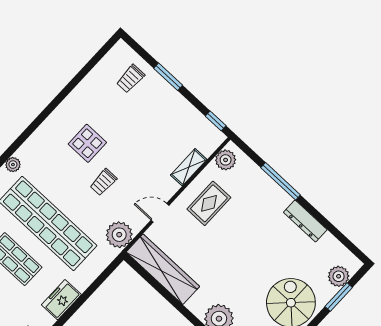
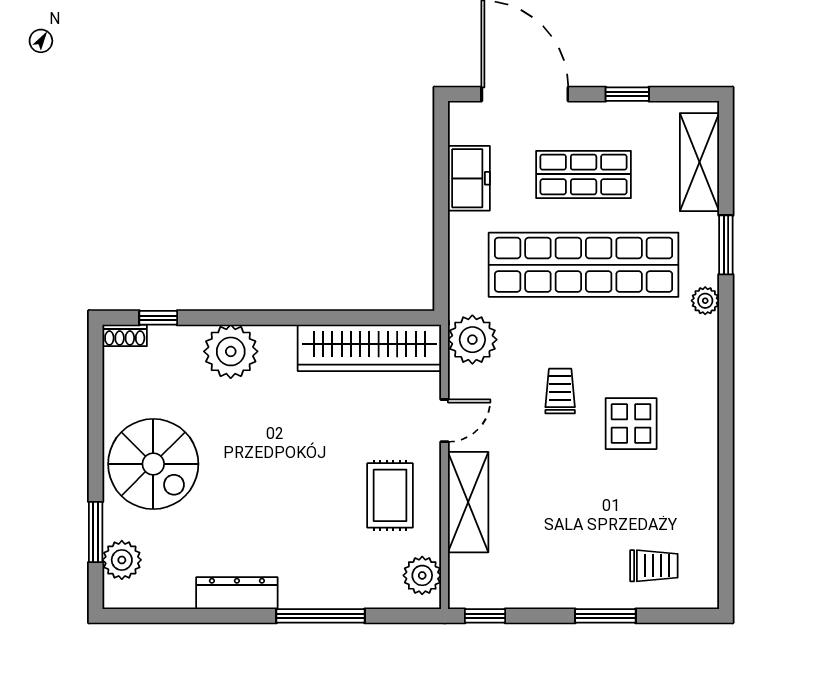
trolley: (130, 79) -> (654, 566), turned 90
shelving: (189, 167) -> (468, 502), width x1.50, depth x1.33

